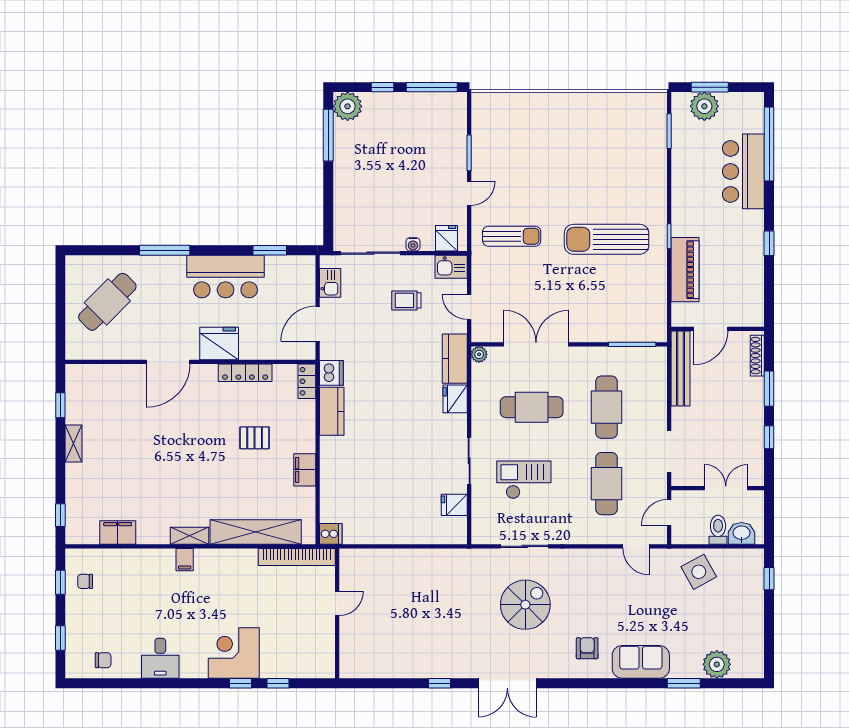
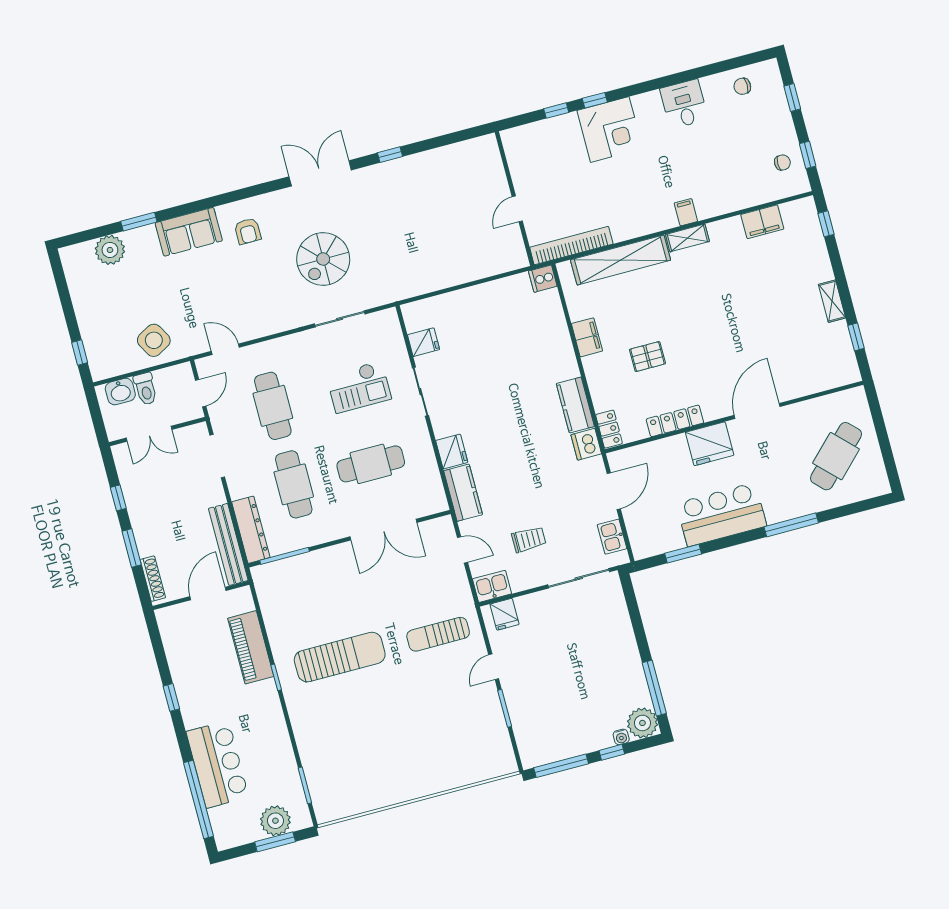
water cooler: (413, 244) -> (621, 737), moved, turned 180
plant: (479, 354) -> (439, 504), removed
dresser: (656, 376) -> (251, 530), added

